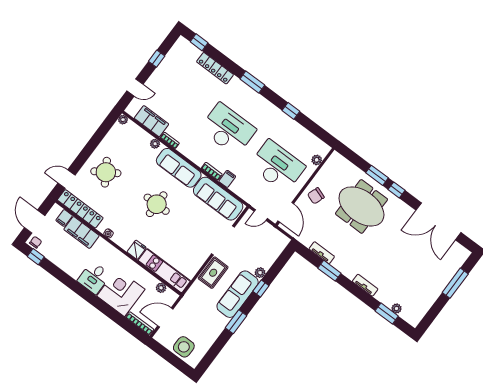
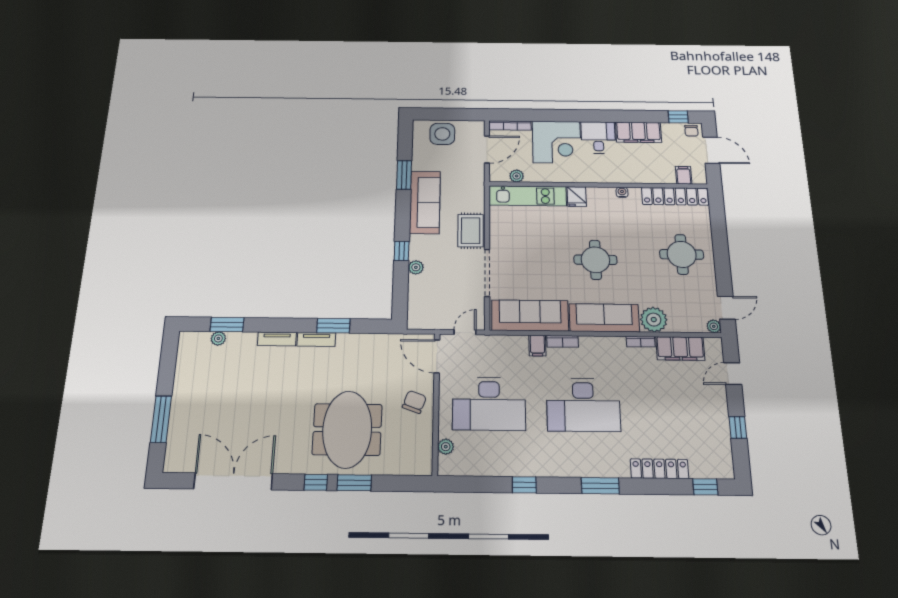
plant: (155, 144) -> (654, 320), width x1.88, depth x1.88
round table: (106, 172) -> (682, 254), turned 32
door: (66, 179) -> (726, 308), moved
meeting table: (361, 206) -> (347, 429), turned 90
filing cabinet: (82, 232) -> (638, 132), moved, turned 180
tv unit: (322, 253) -> (316, 339), moved
sofa: (238, 294) -> (425, 202), moved
window: (236, 322) -> (404, 175), moved

